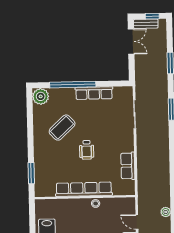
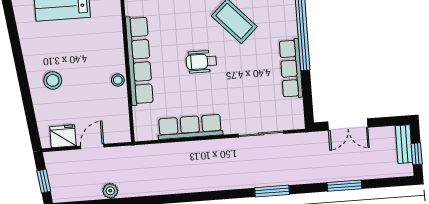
double door: (131, 42) -> (348, 125), moved
row of seats: (128, 166) -> (190, 127), width x1.48

